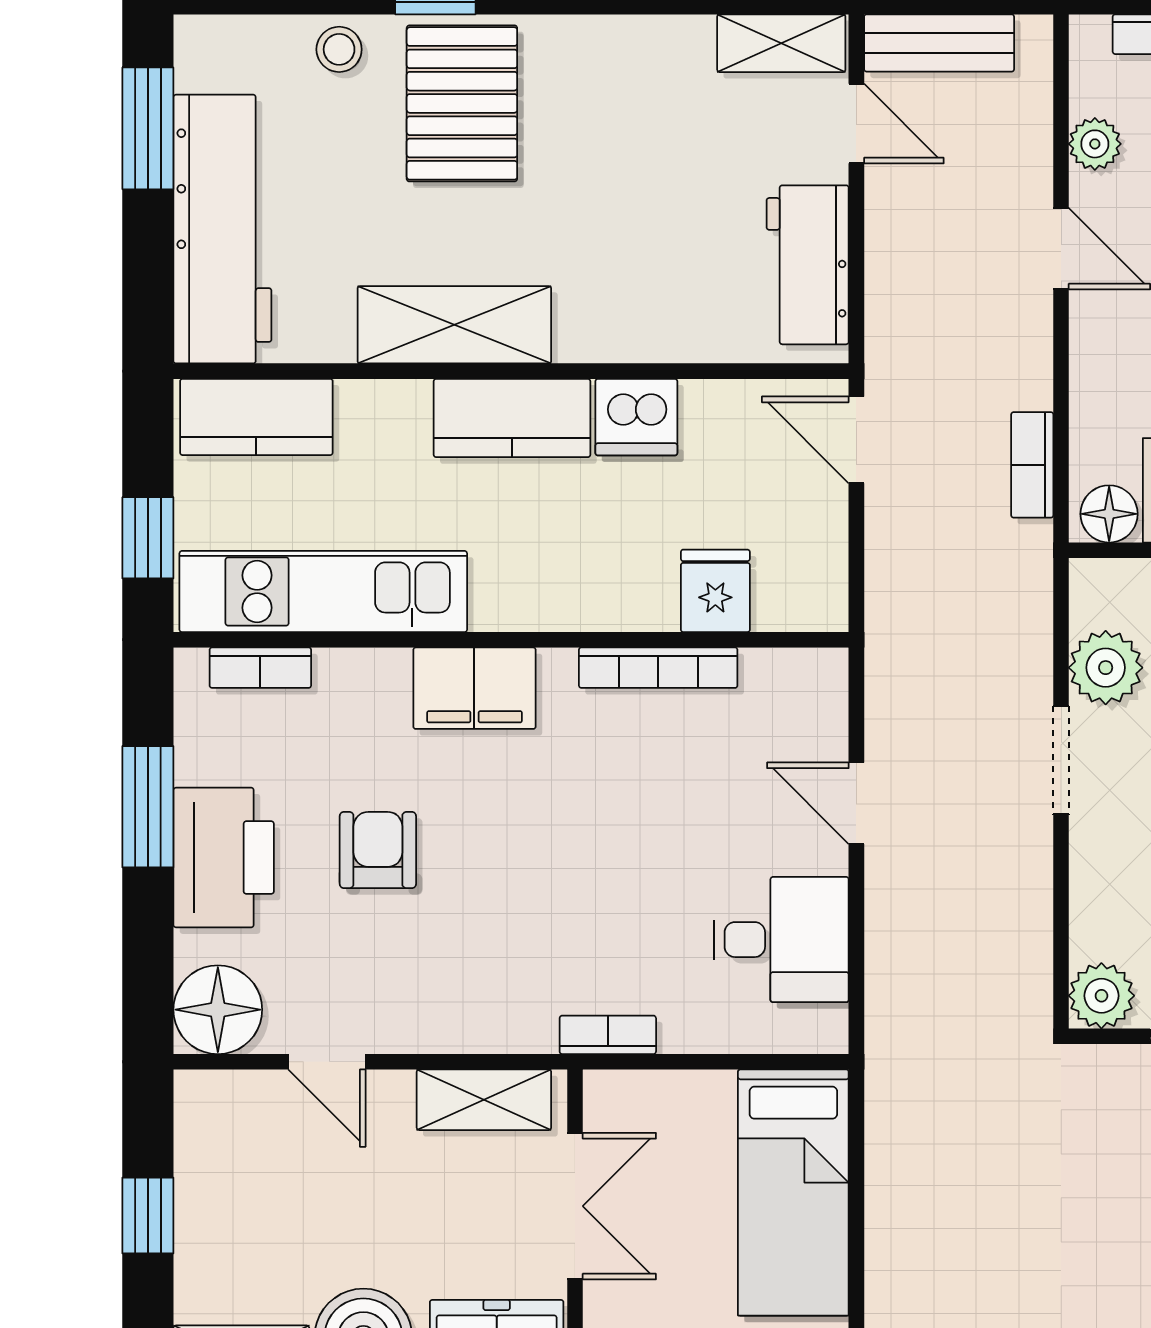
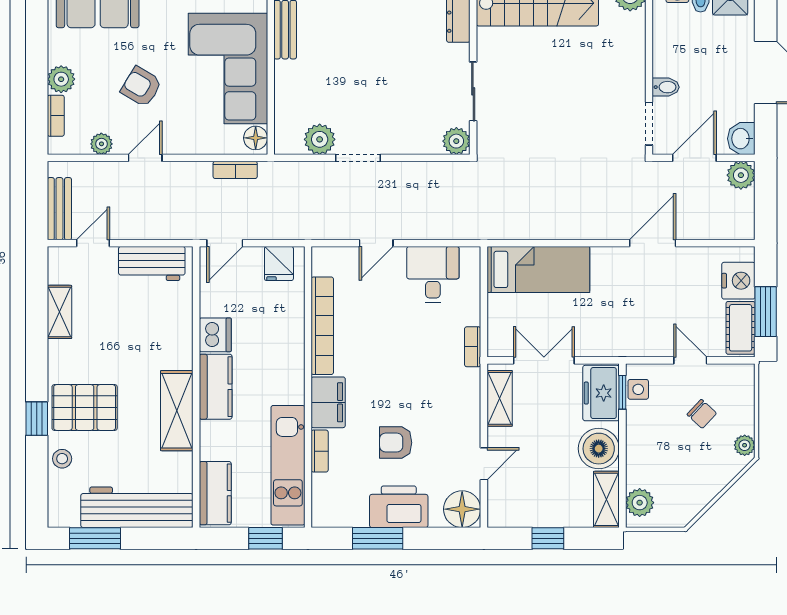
shelving: (781, 43) -> (60, 312), moved
fridge: (715, 591) -> (279, 264), moved, turned -90
bookcase: (260, 668) -> (320, 451), moved
bookcase: (658, 668) -> (322, 326), width x1.48, depth x1.31

